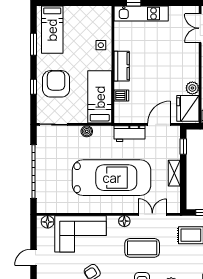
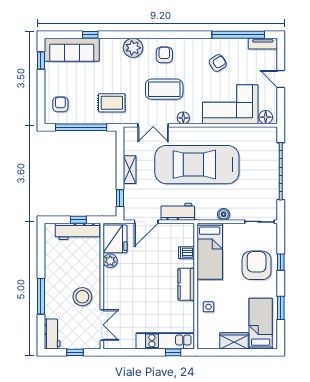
wardrobe: (77, 14) -> (234, 341), added
armchair: (56, 84) -> (257, 265), turned 180
door: (34, 257) -> (281, 79), swing flipped

